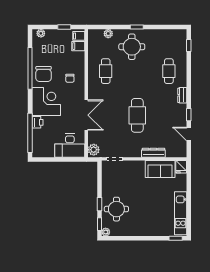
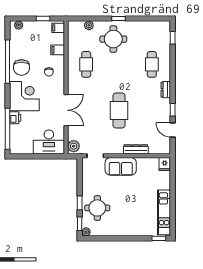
filing cabinet: (78, 46) -> (58, 50), moved
sofa: (160, 169) -> (121, 166), moved

